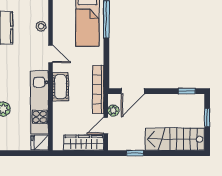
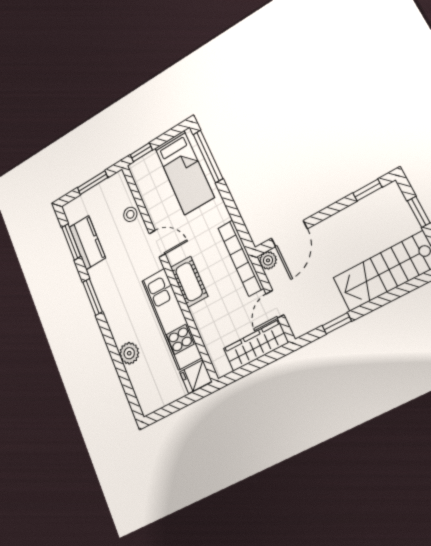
plant: (113, 111) -> (268, 260), moved

